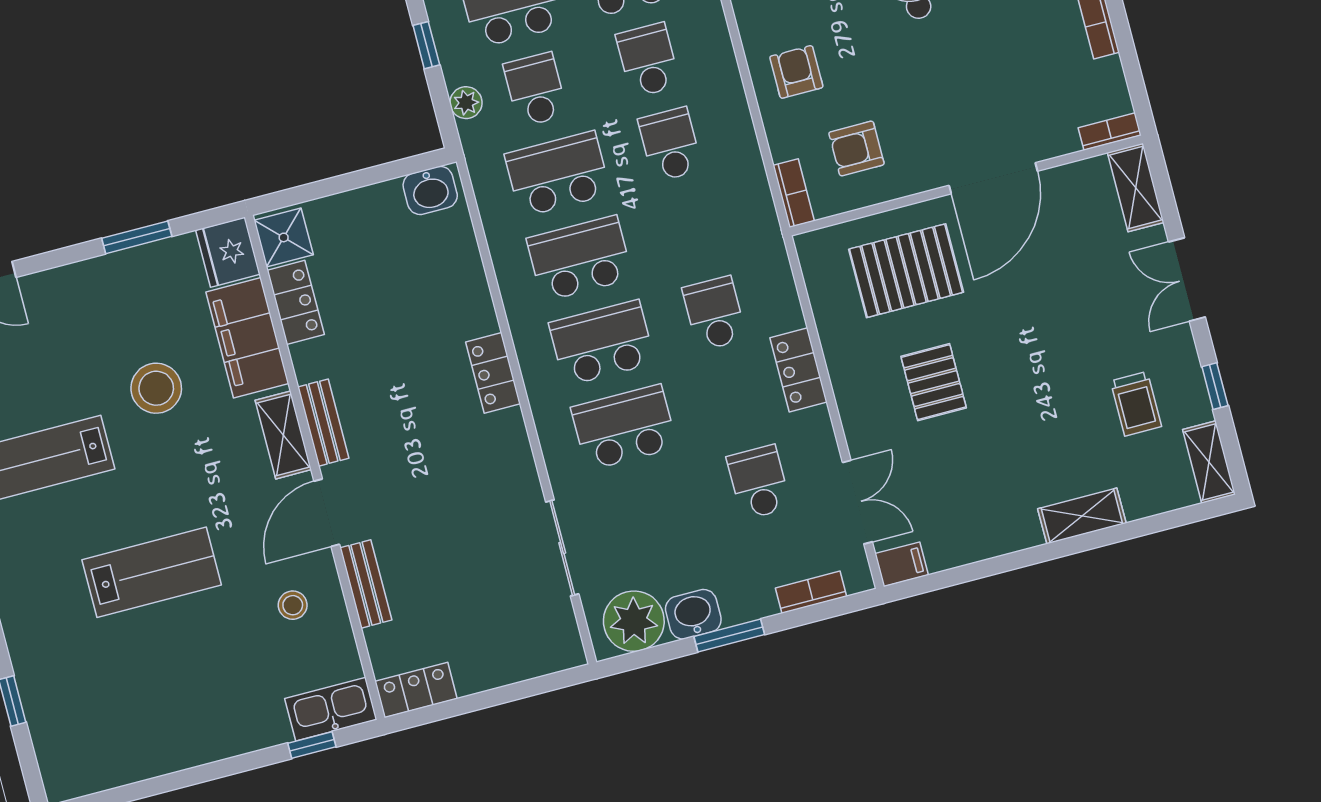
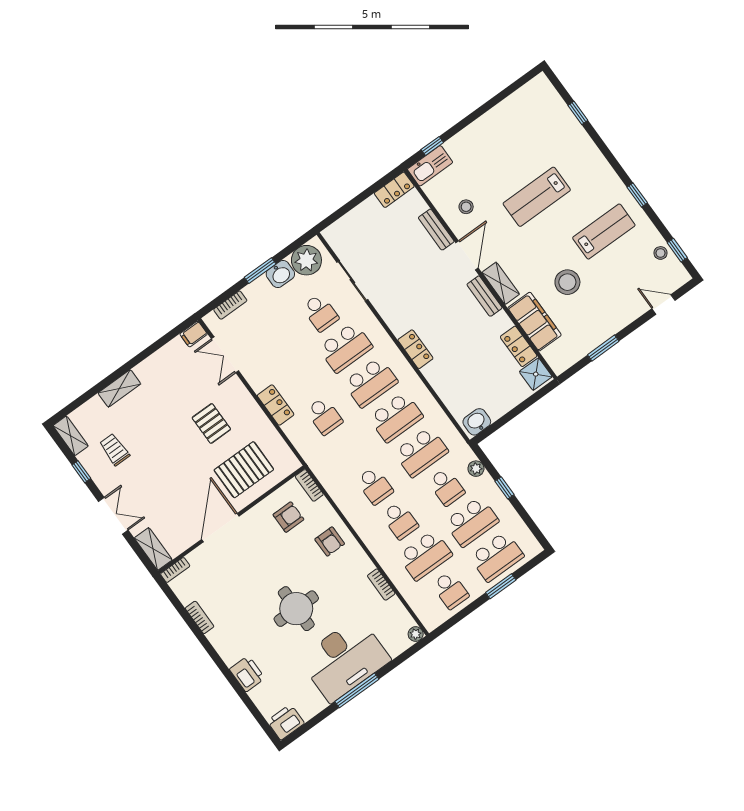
fridge: (228, 252) -> (559, 357), removed
school desk: (759, 482) -> (320, 313), moved

